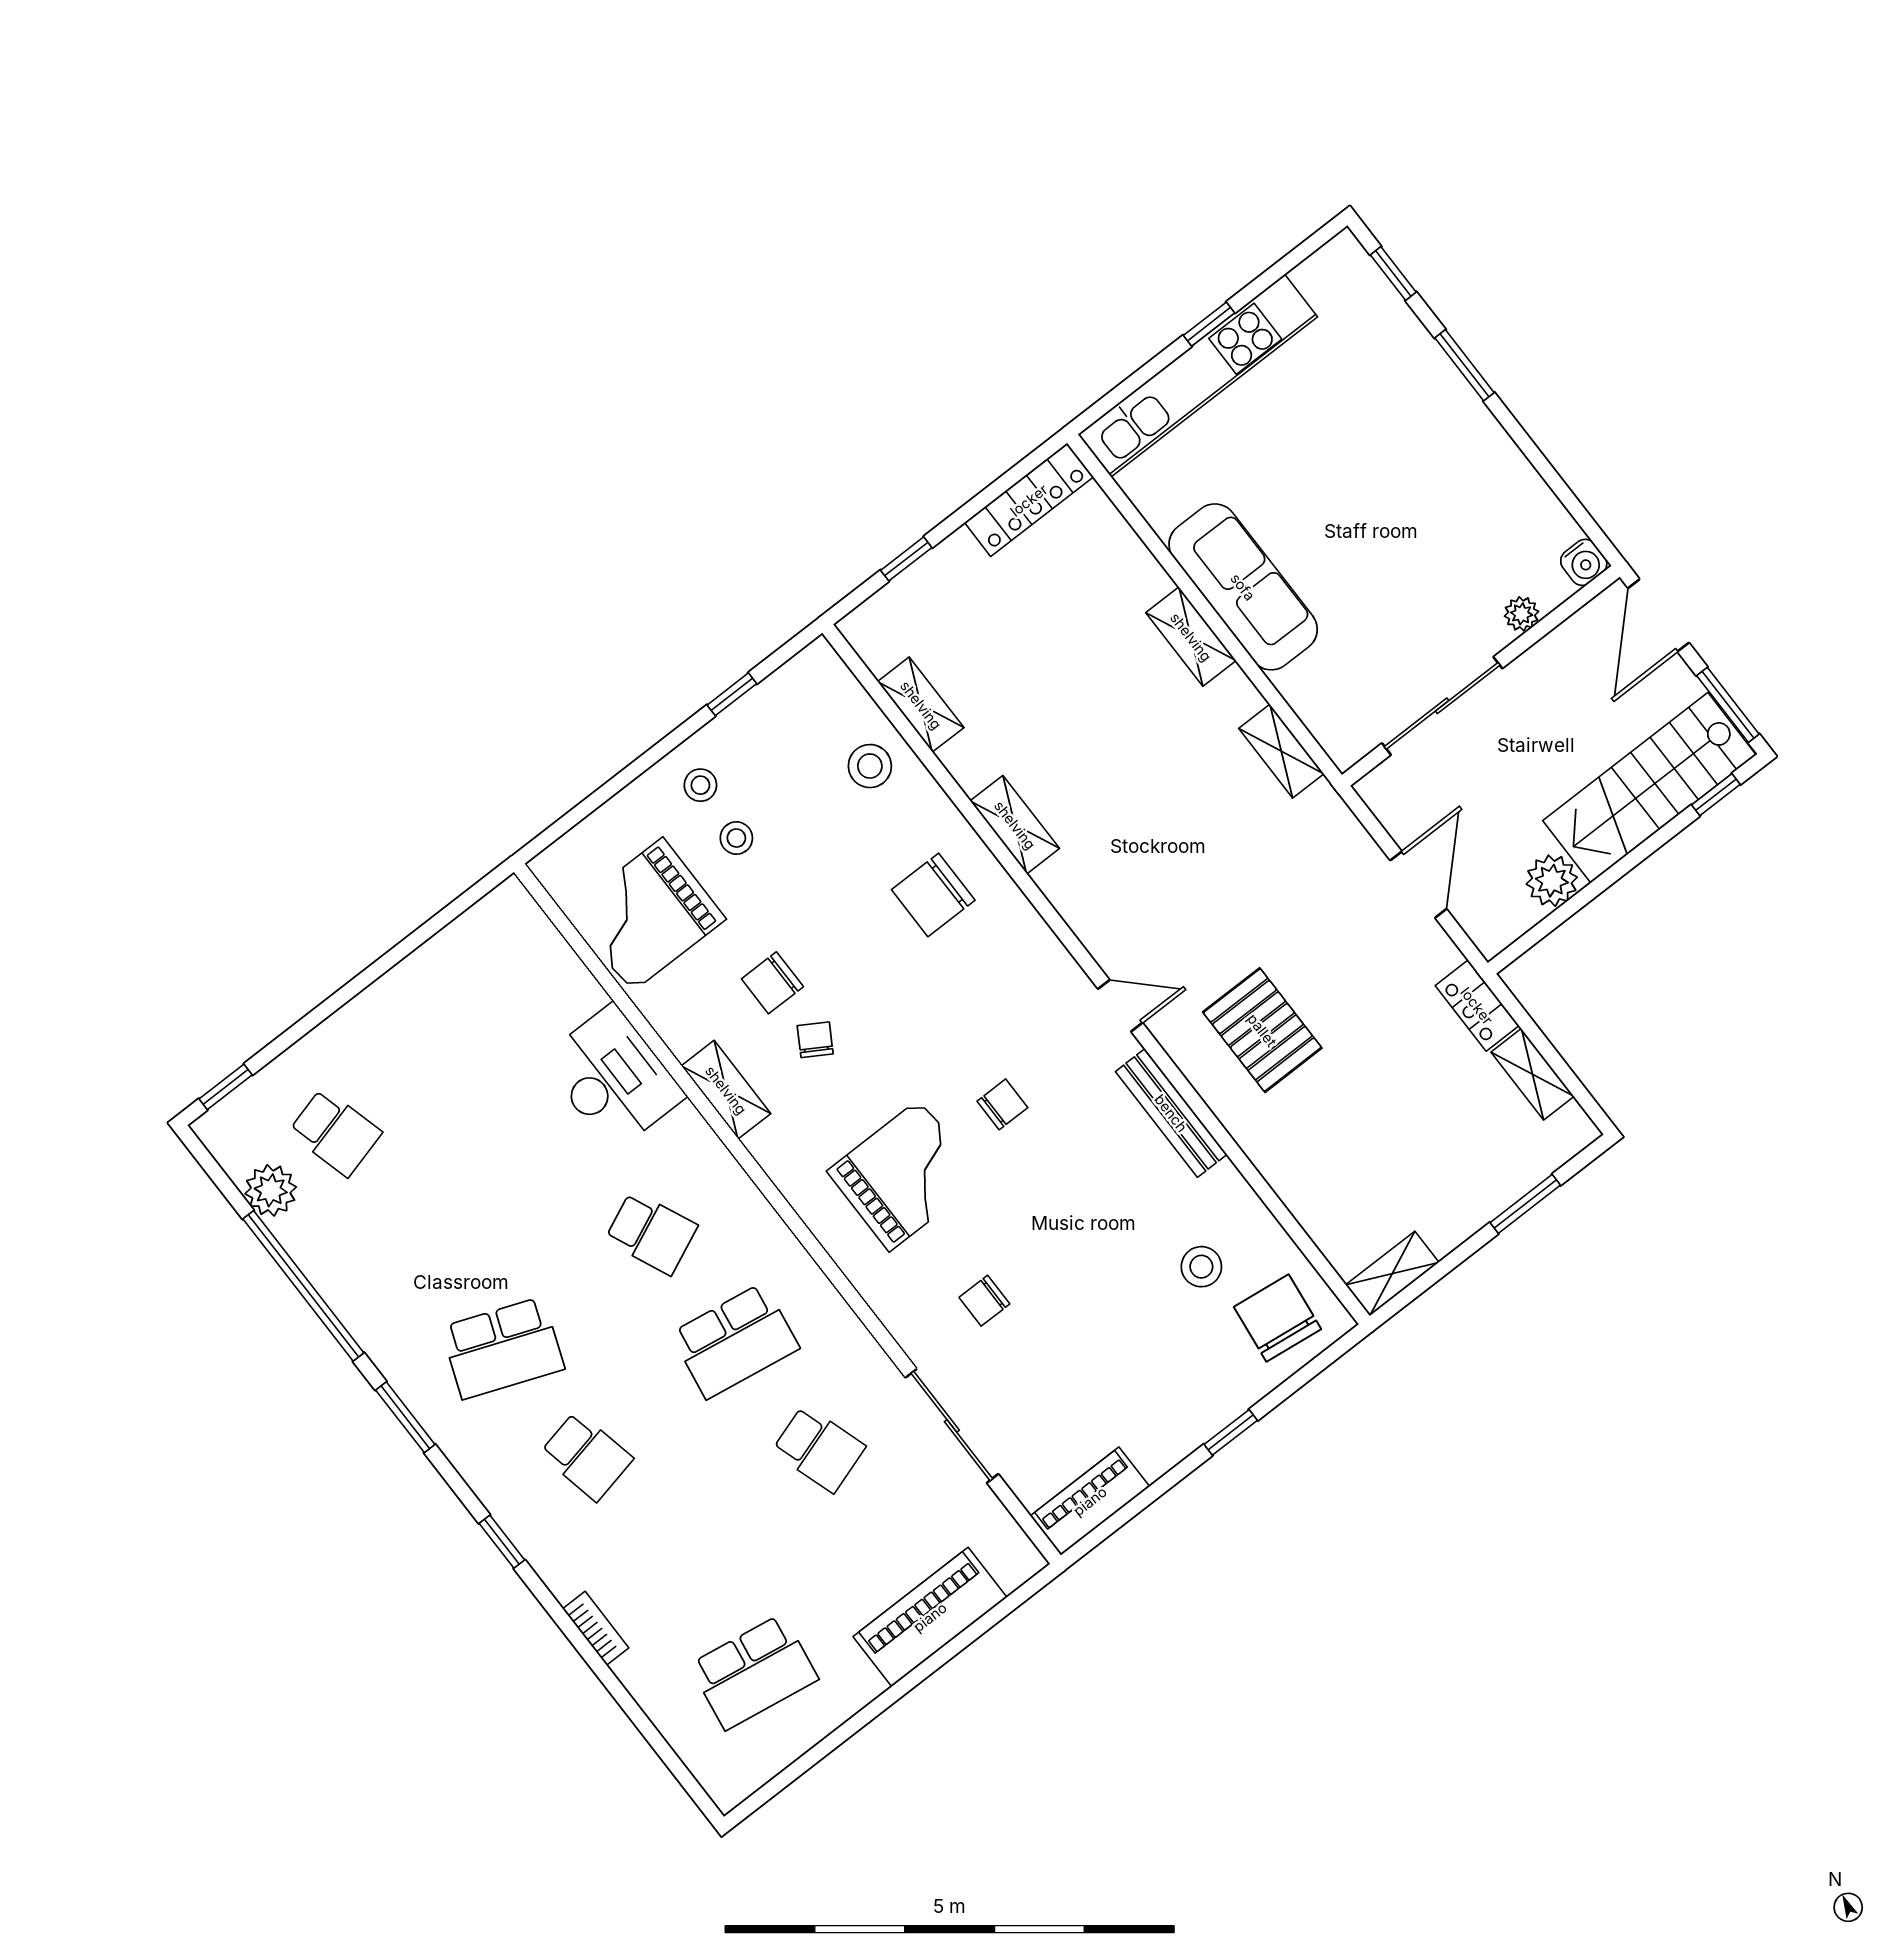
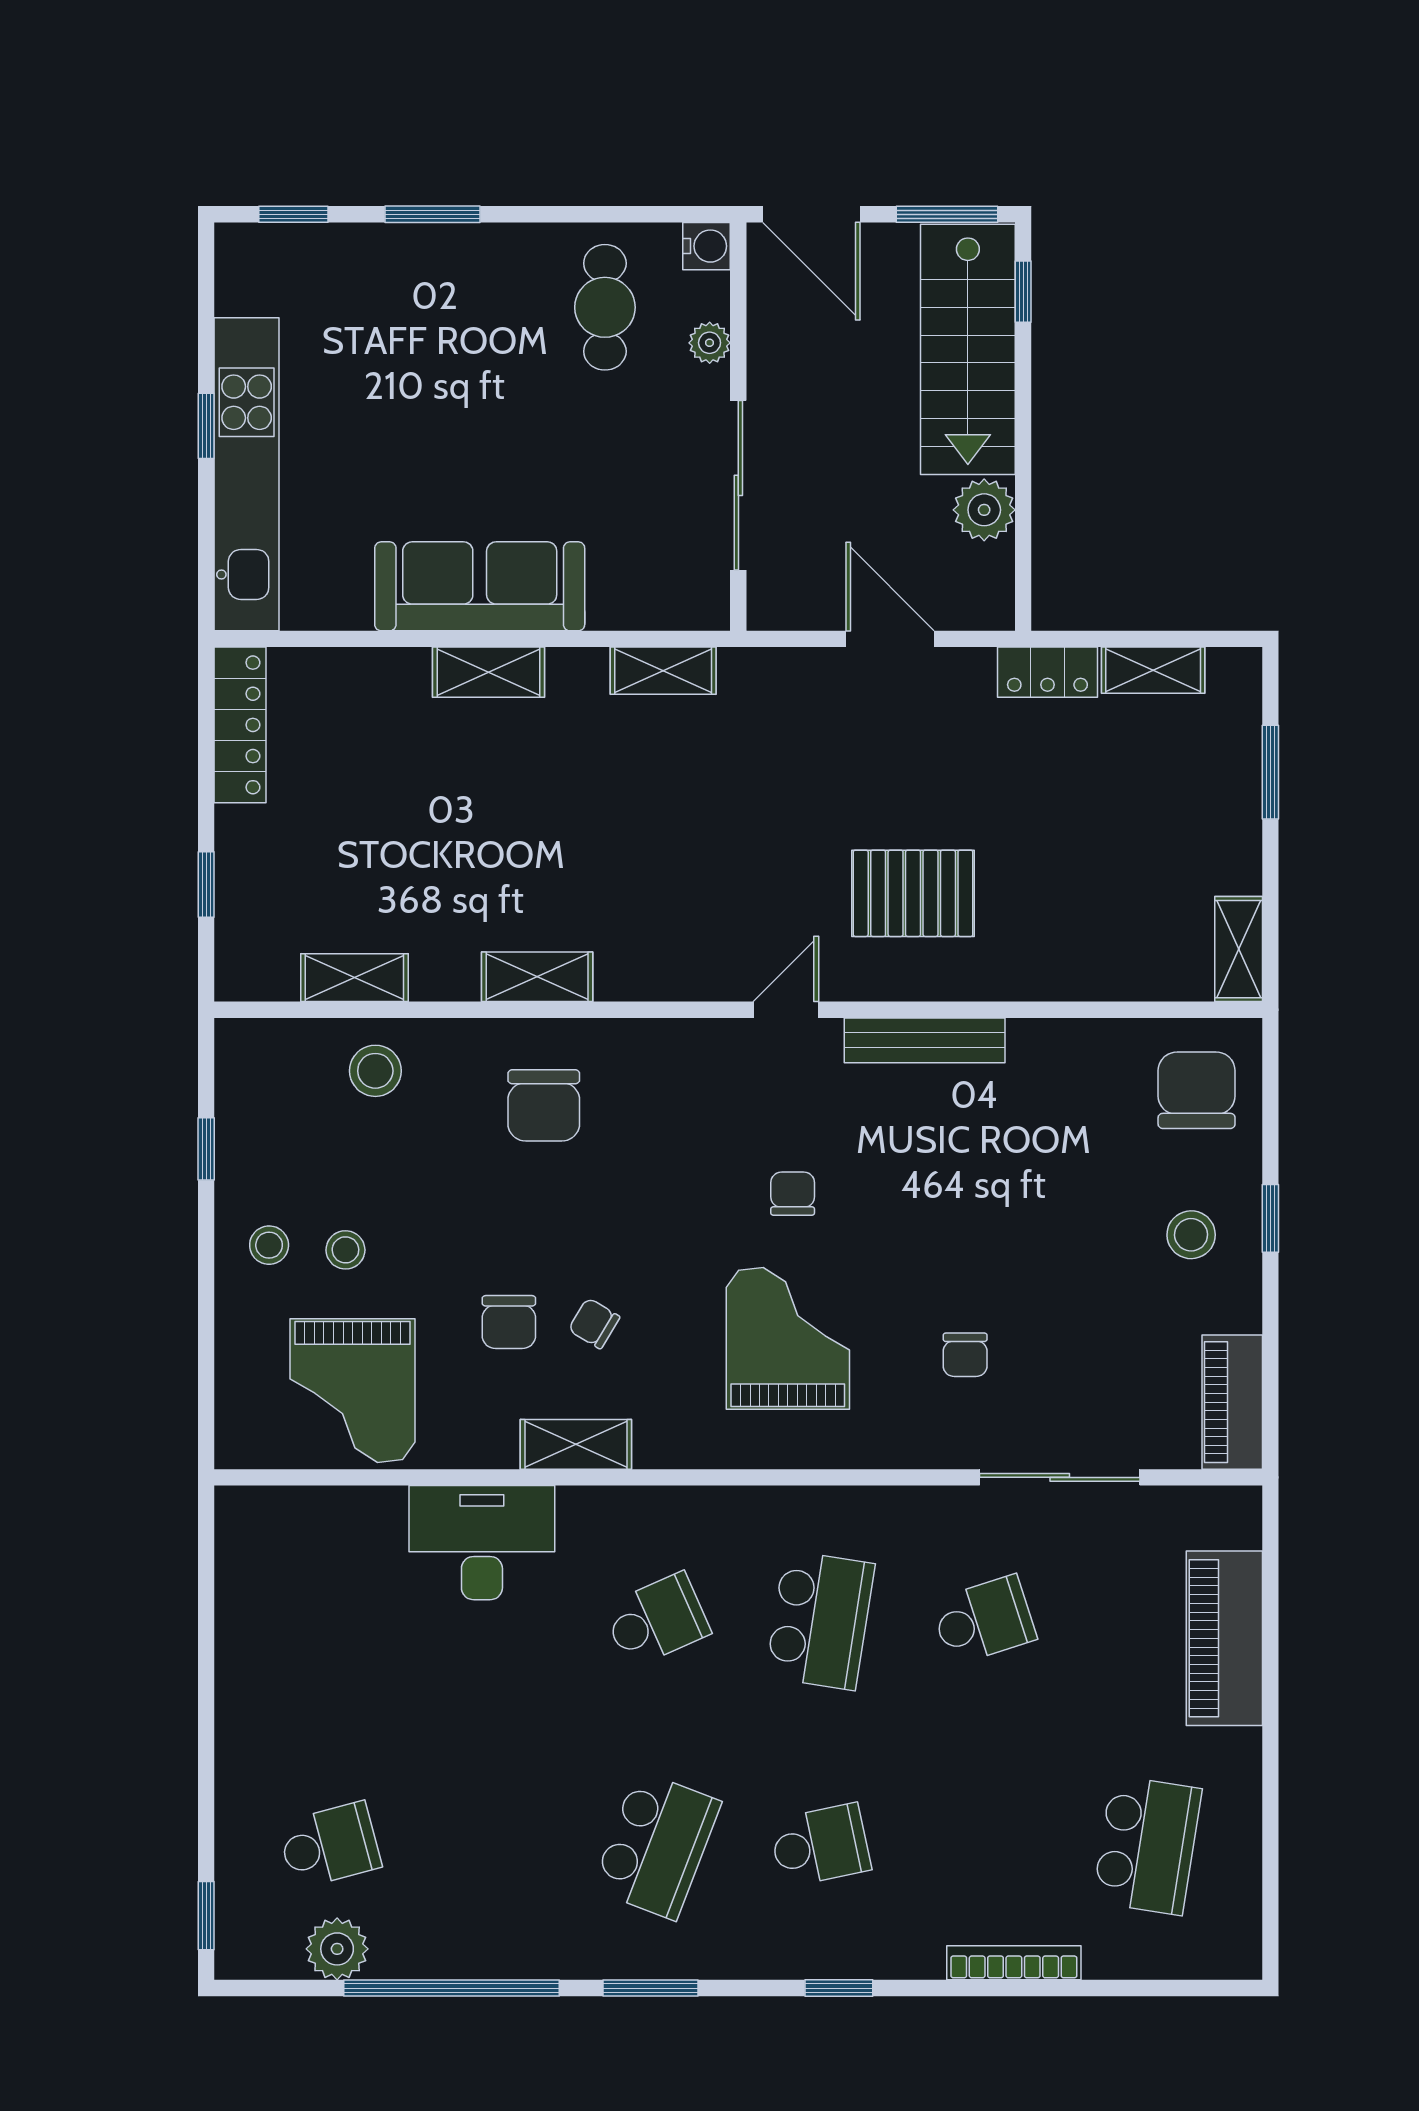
cafe table: (1491, 527) -> (605, 307), added
stool: (1201, 1267) -> (1191, 1235), moved
chair: (1277, 1318) -> (1197, 1090), turned 83
bookcase: (596, 1628) -> (1014, 1963), width x1.56

